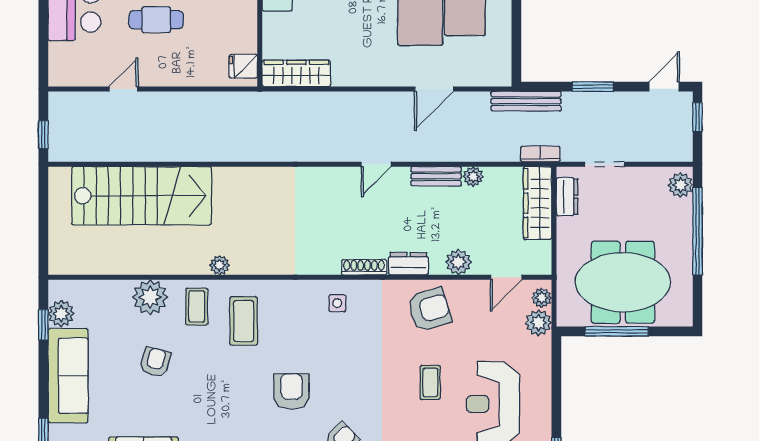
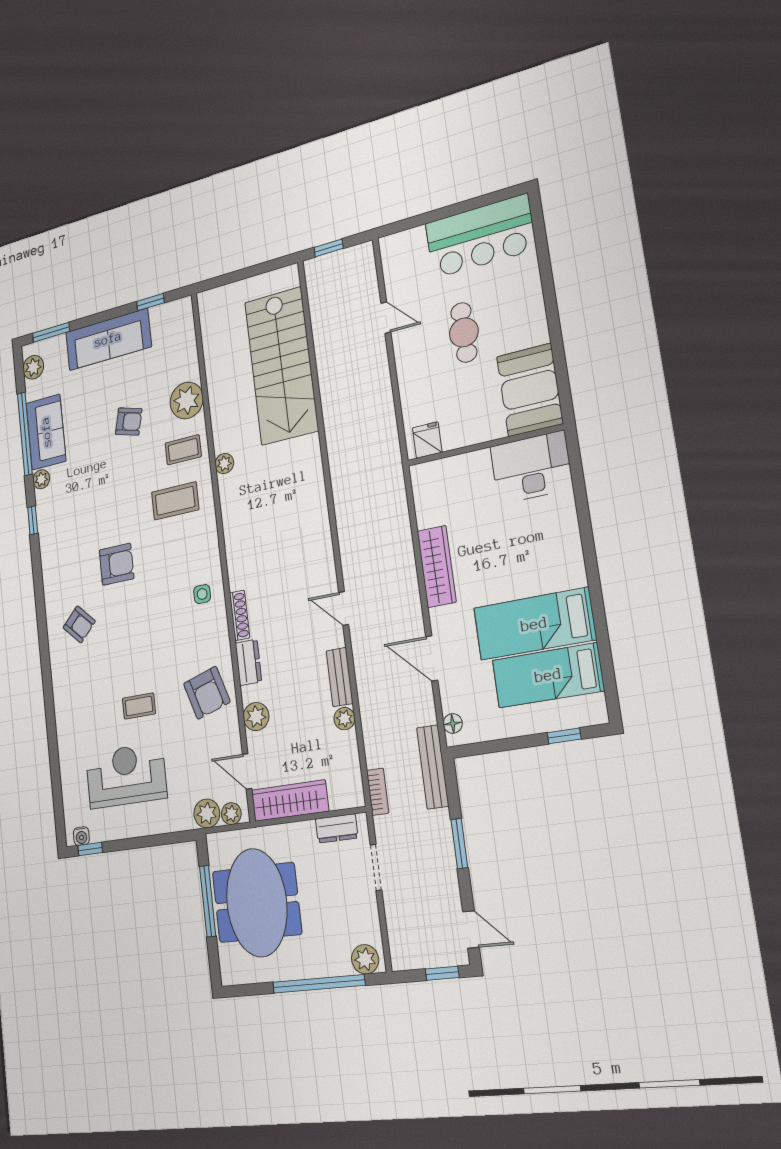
wardrobe: (296, 73) -> (437, 566), moved
floor lamp: (492, 78) -> (453, 723), added
wardrobe: (538, 203) -> (290, 801), moved
plant: (61, 314) -> (162, 316), removed

